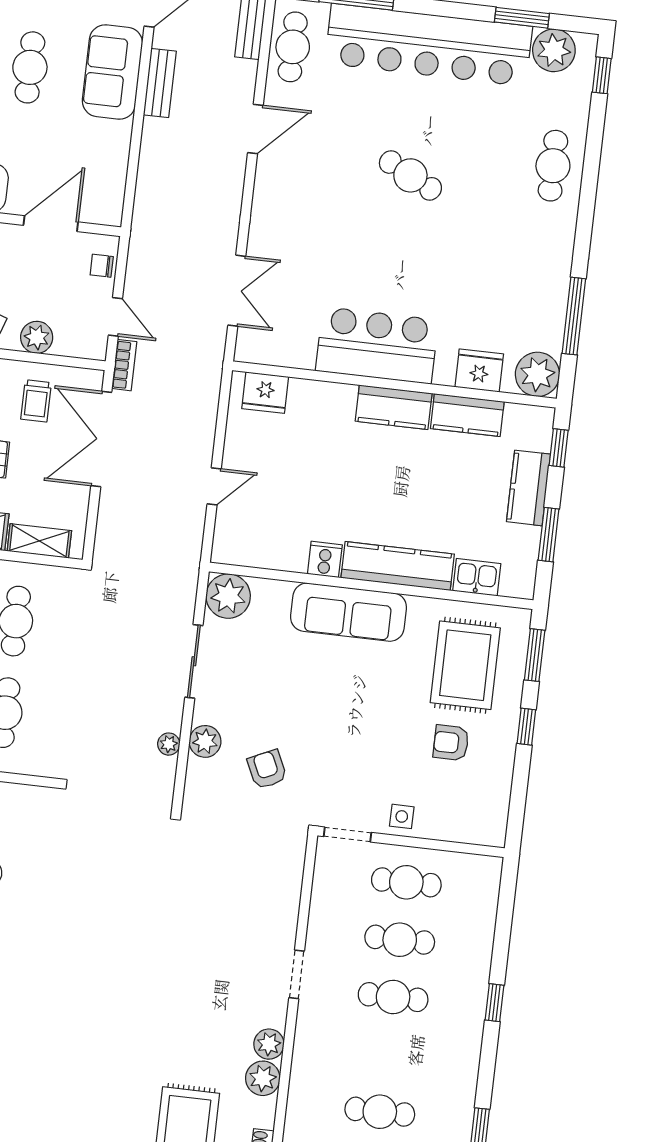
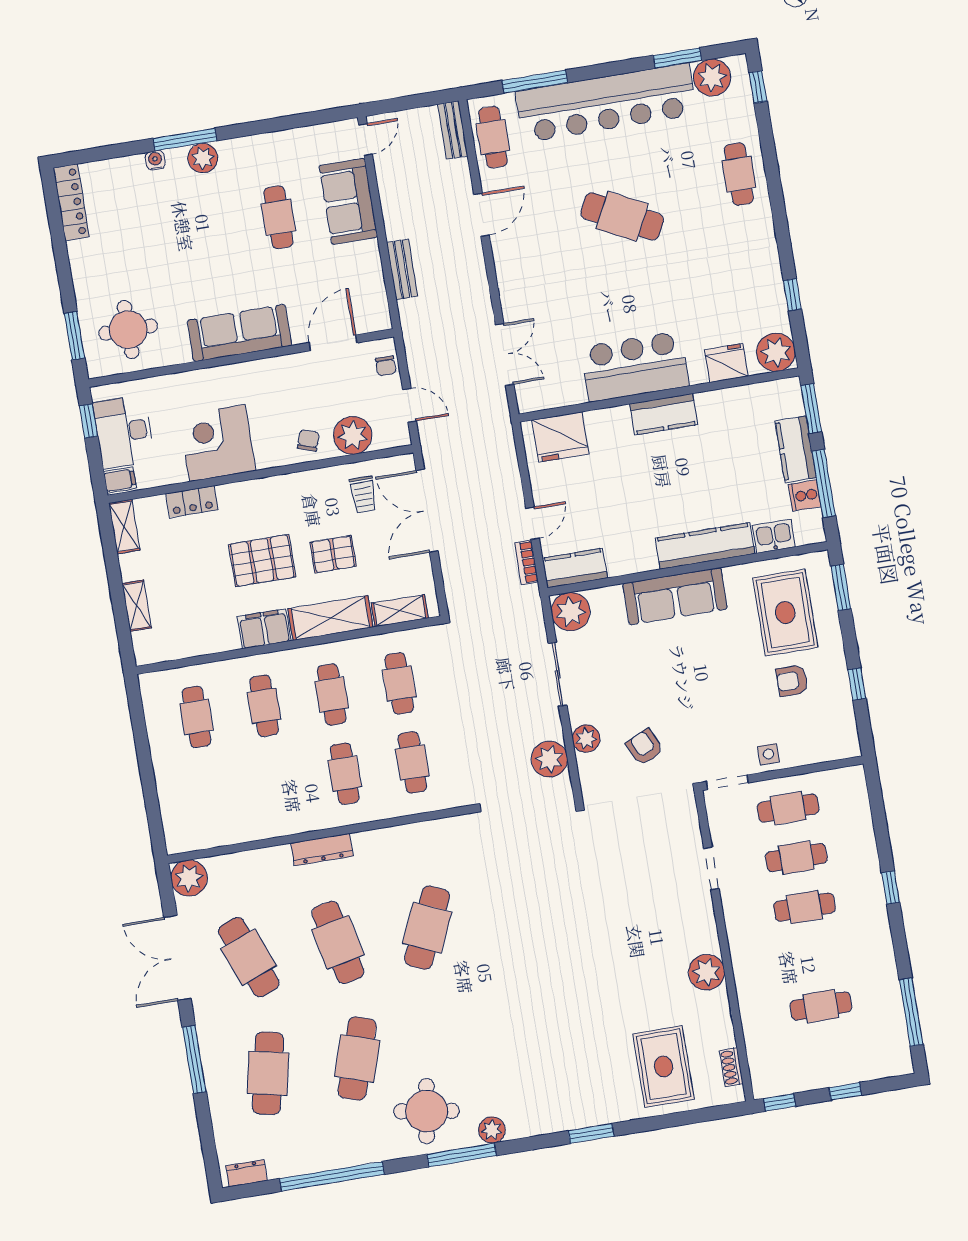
bench: (160, 83) -> (402, 269), moved
cafe table: (410, 175) -> (622, 216), width x1.37, depth x1.35
chair: (102, 266) -> (386, 366), turned -90
window: (574, 316) -> (792, 295), width x0.46
plant: (37, 337) -> (353, 435), width x1.36, depth x1.36
bookcase: (124, 365) -> (526, 562), moved, turned 180
fridge: (265, 393) -> (560, 437), width x1.36, depth x1.34
kitchen counter: (467, 415) -> (575, 568), moved, turned 180
window: (559, 448) -> (811, 409), width x1.50
window: (549, 535) -> (824, 483), width x1.44
cooker: (325, 559) -> (805, 495), moved, turned -90
window: (526, 727) -> (857, 684), moved
plant: (169, 744) -> (549, 759), width x1.88, depth x1.88
doorway: (297, 974) -> (711, 869), moved
plant: (269, 1044) -> (707, 972), width x1.36, depth x1.36
plant: (263, 1078) -> (715, 1006), removed

